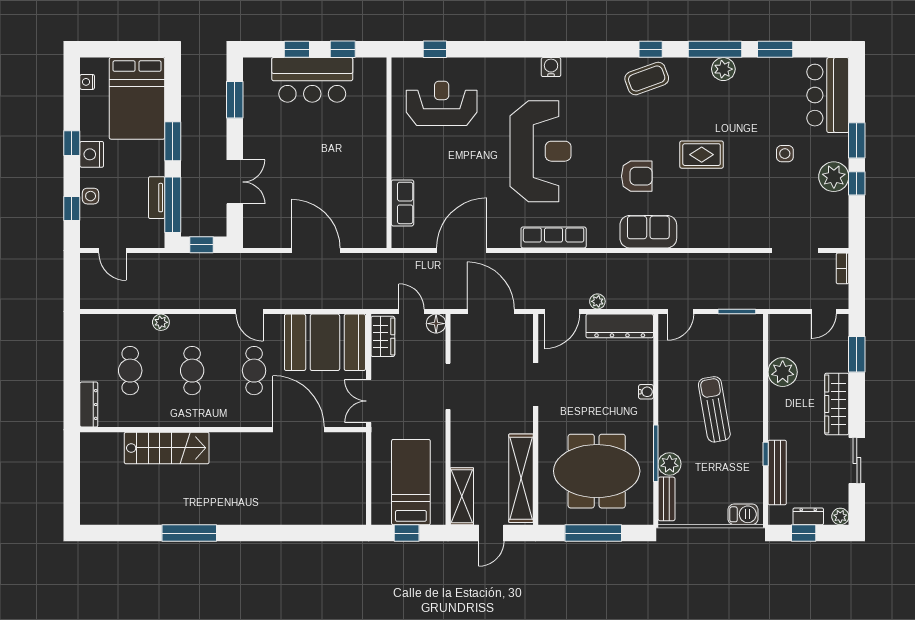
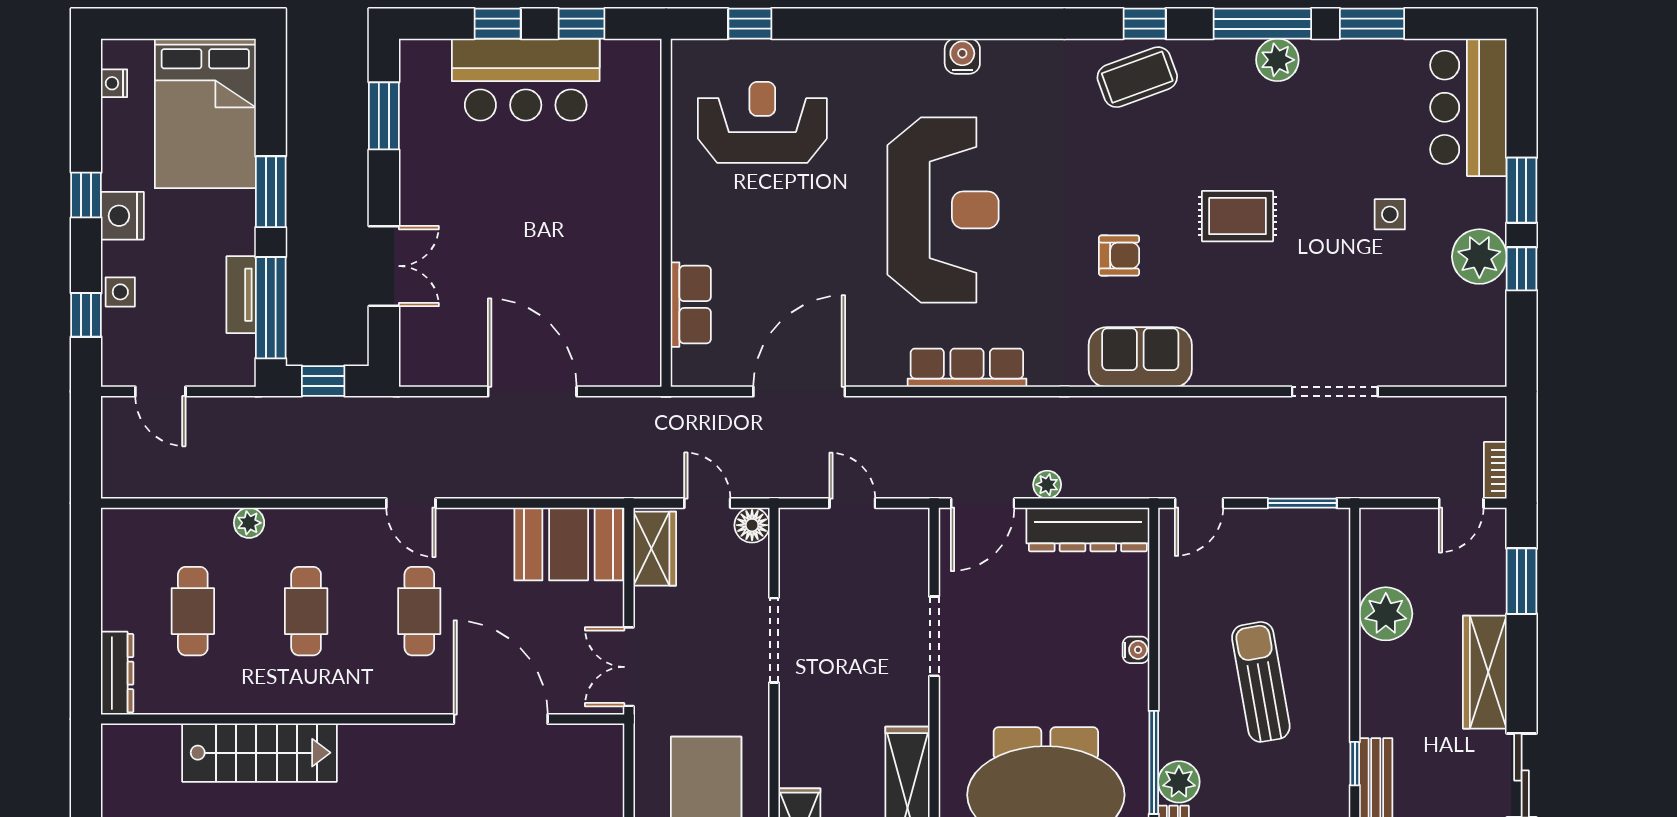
armchair: (637, 176) -> (1119, 256), width x0.72, depth x0.72
doorway: (795, 250) -> (1335, 391), moved
bookcase: (843, 268) -> (1495, 470), moved
door: (491, 312) -> (852, 503), width x0.53
booth: (325, 342) -> (569, 544), width x0.73, depth x0.70

